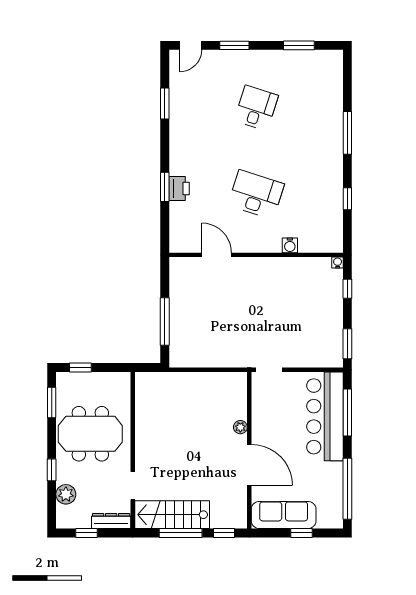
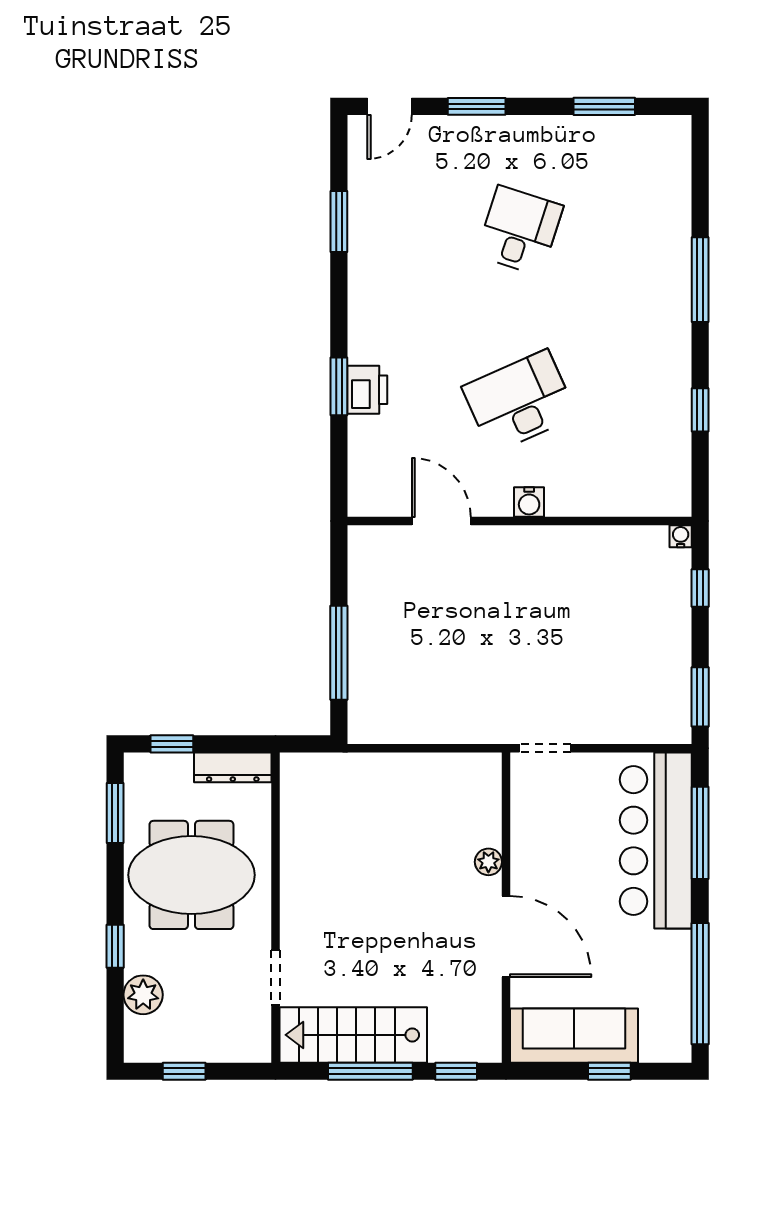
desk: (256, 194) -> (520, 401), turned -42
water cooler: (290, 245) -> (529, 502), moved
dresser: (111, 521) -> (233, 767), moved, turned 180

